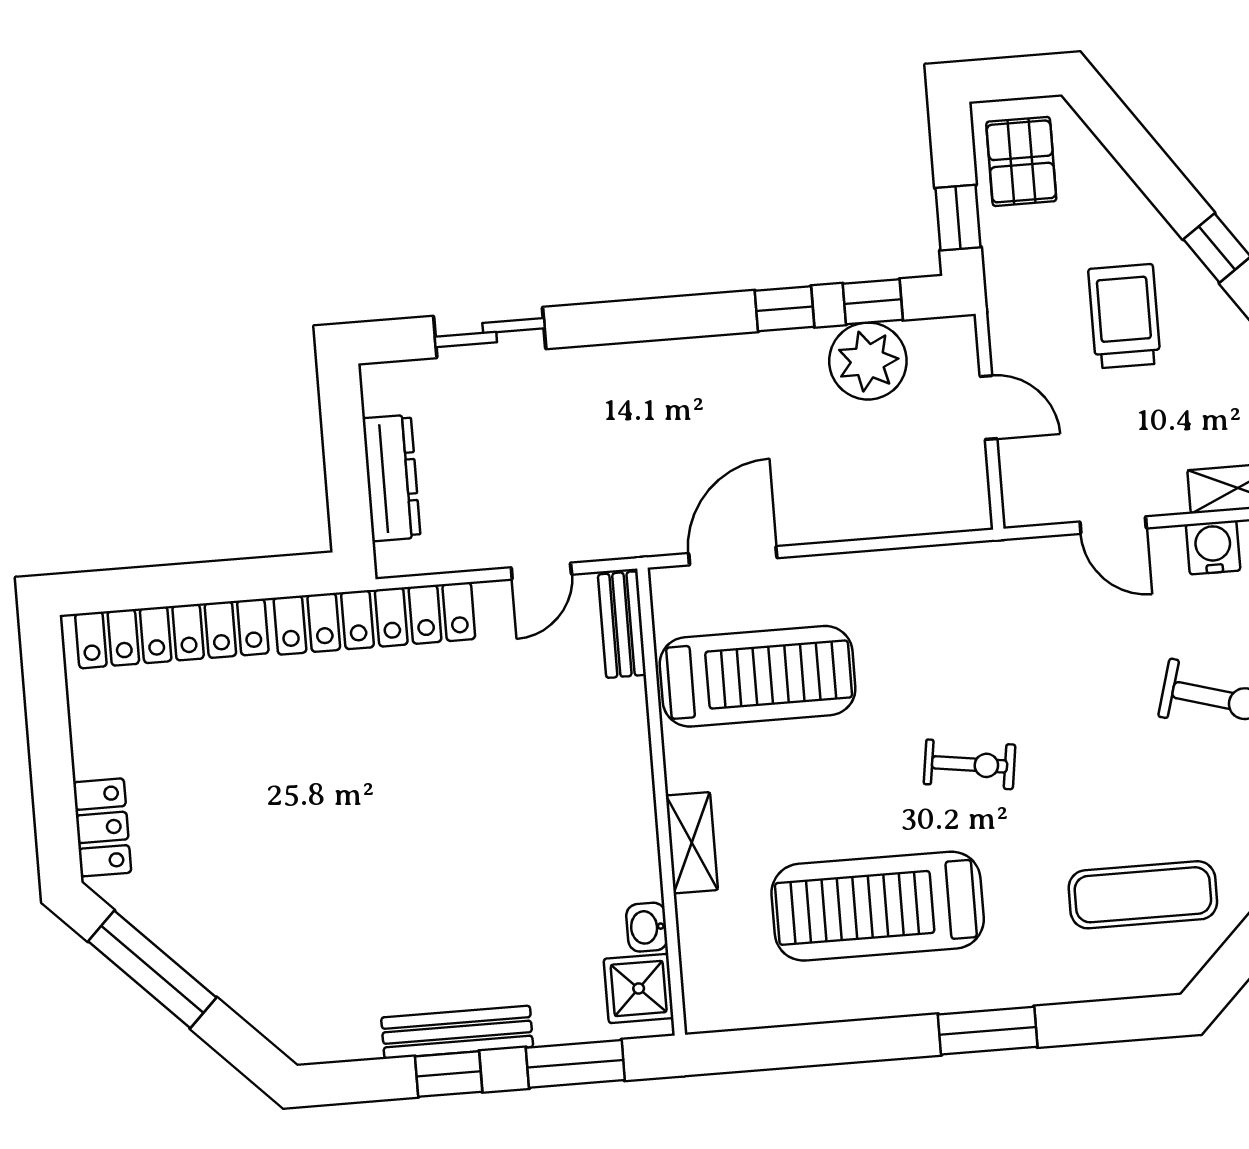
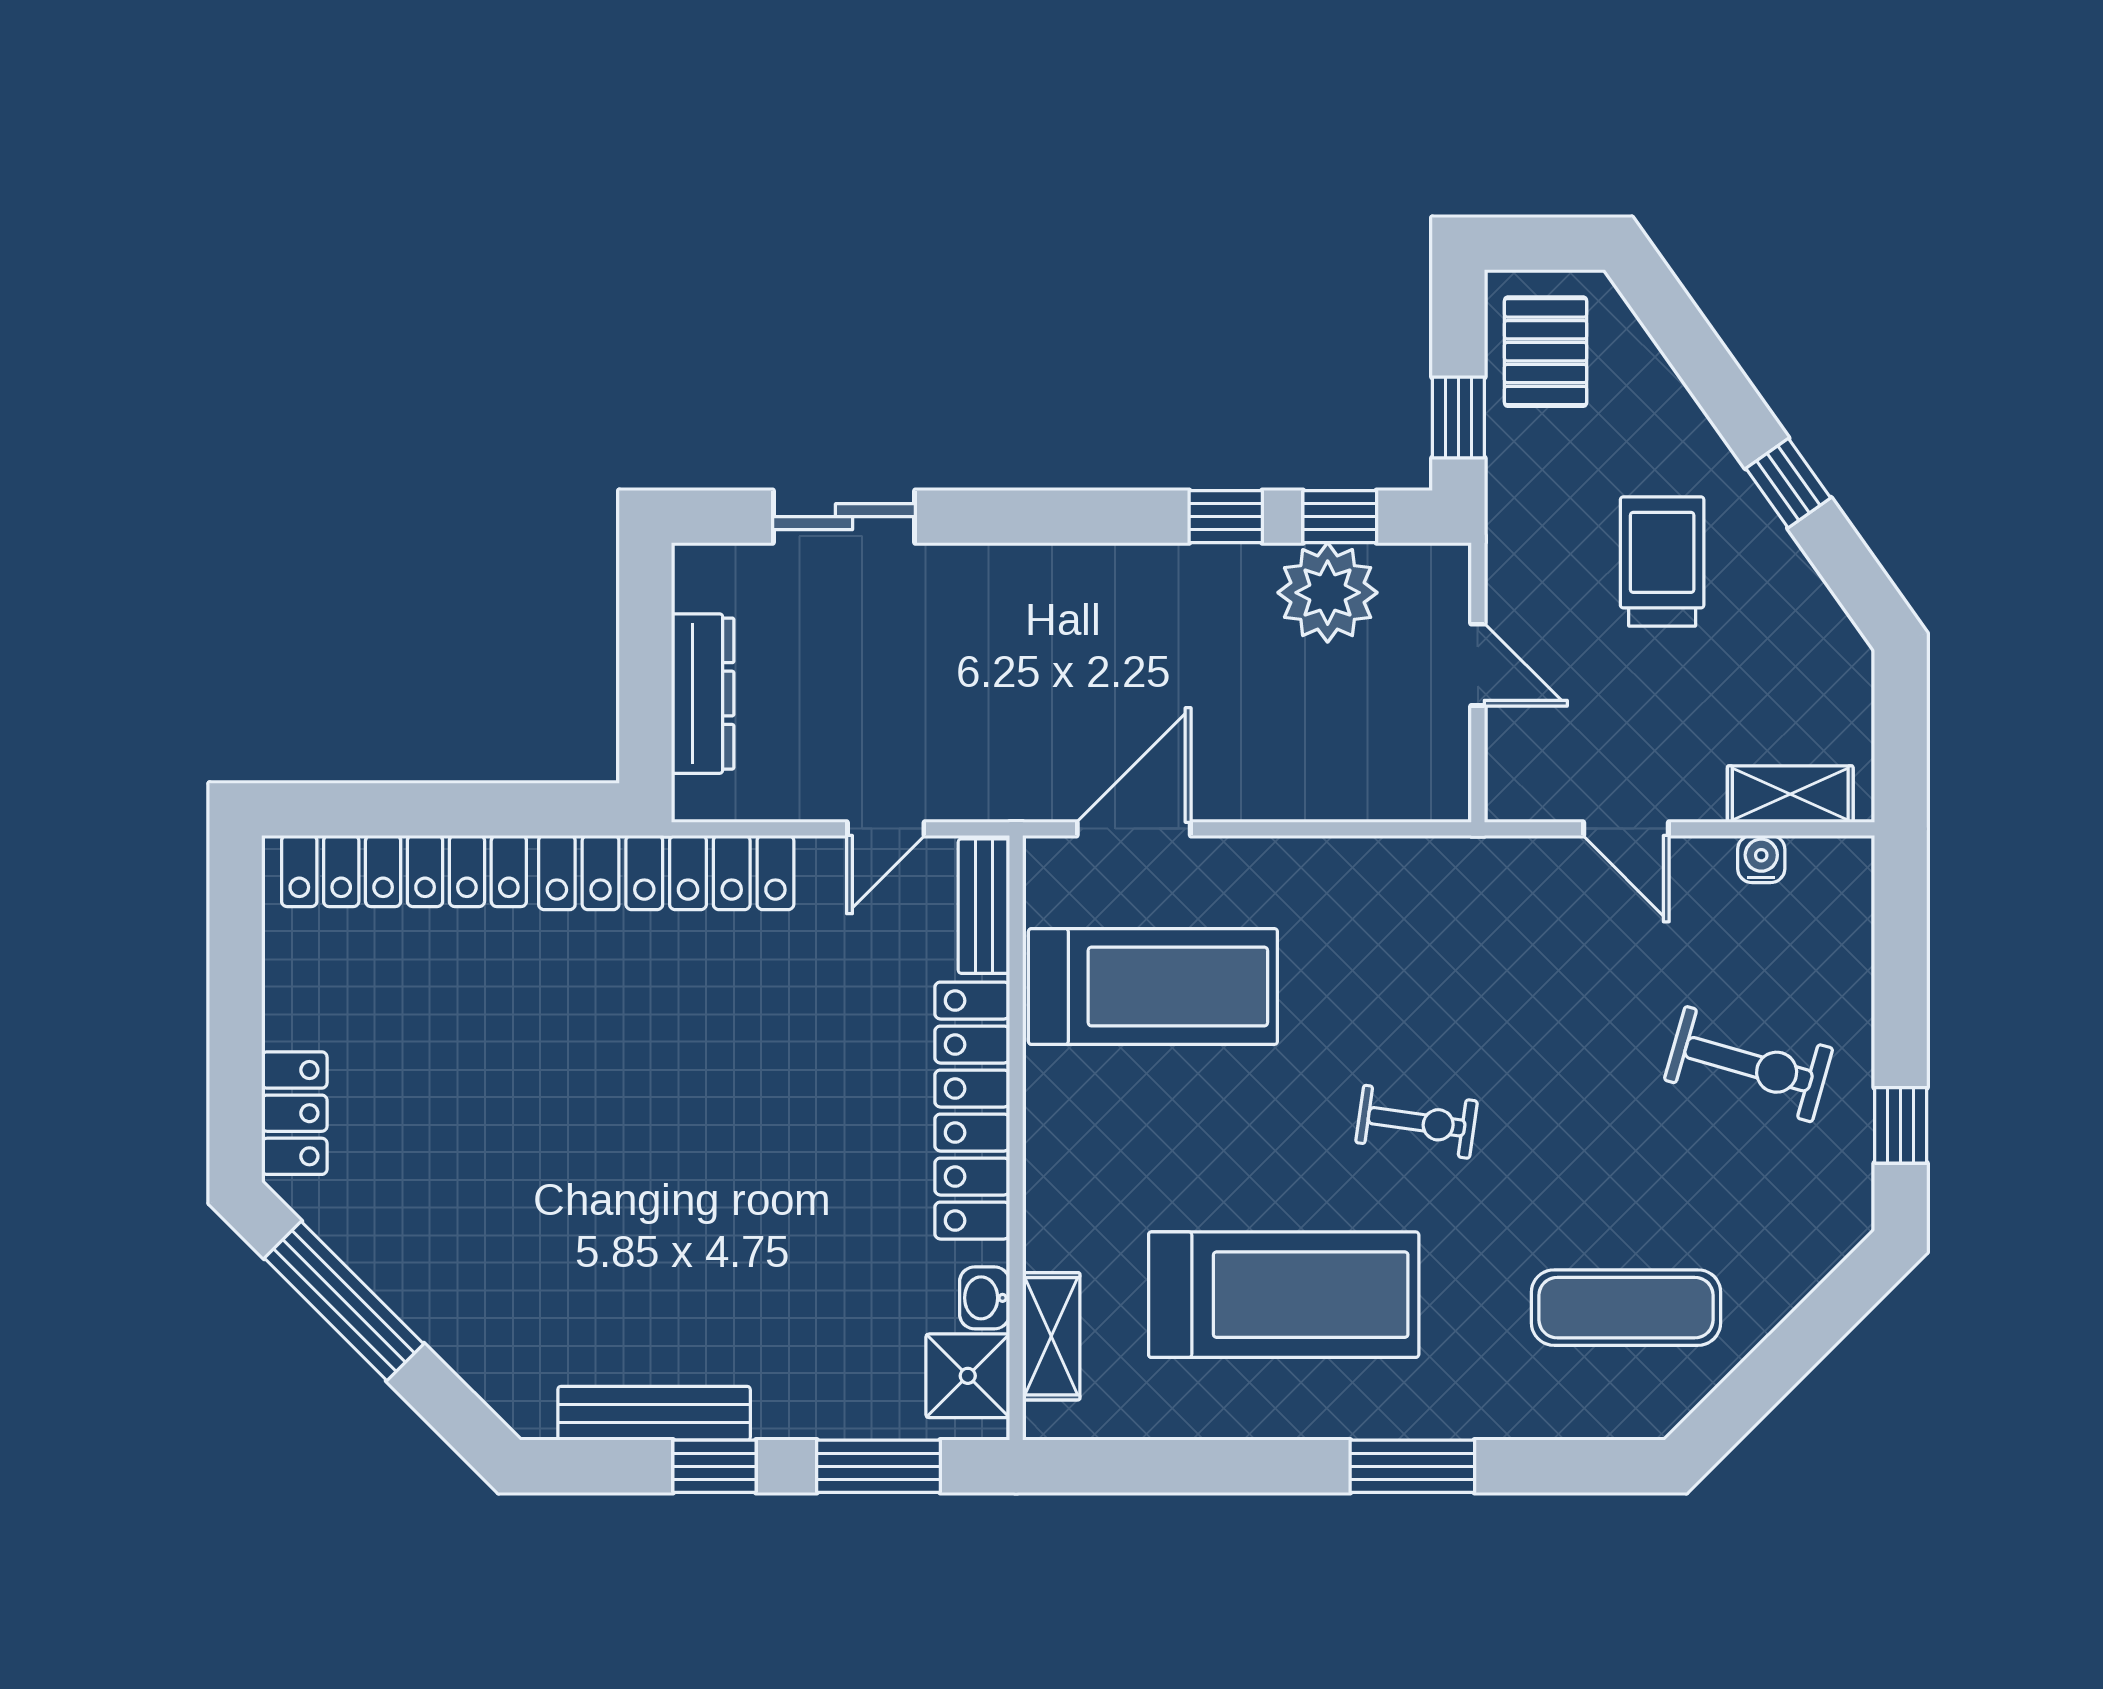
water cooler: (1213, 547) -> (1761, 859), width x0.72, depth x0.72
locker: (626, 783) -> (972, 1111), added
shelving: (692, 843) -> (1051, 1336), moved
treadmill: (878, 906) -> (1284, 1295), turned 180
bench: (457, 1032) -> (654, 1413), moved

